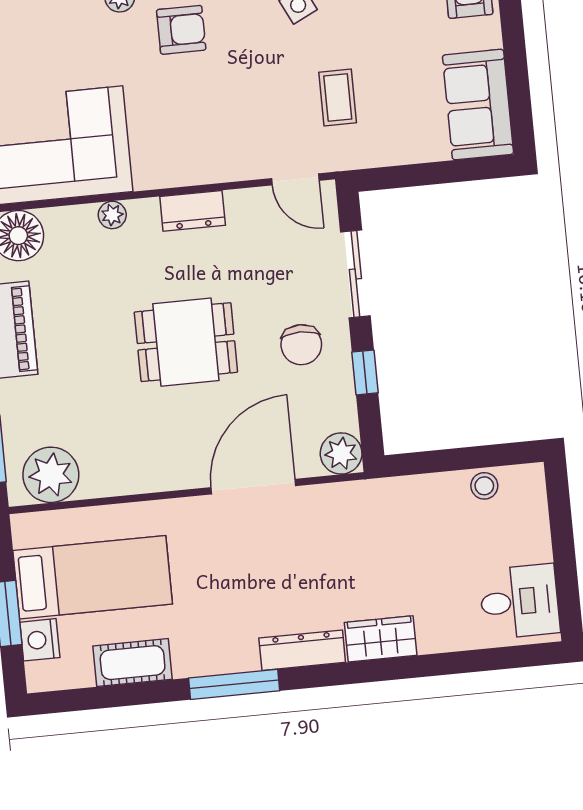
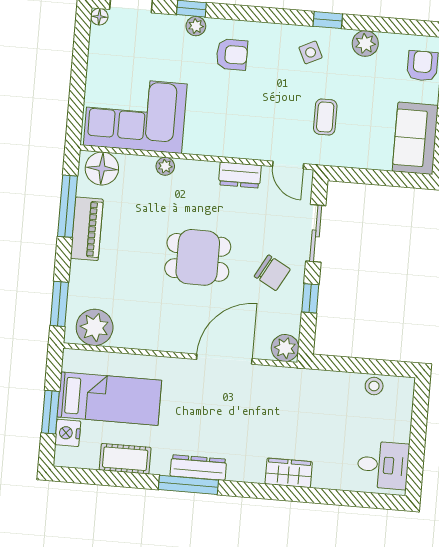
dresser: (193, 211) -> (240, 175), moved
chair: (301, 345) -> (272, 273), turned -61
dresser: (302, 650) -> (198, 468), moved

